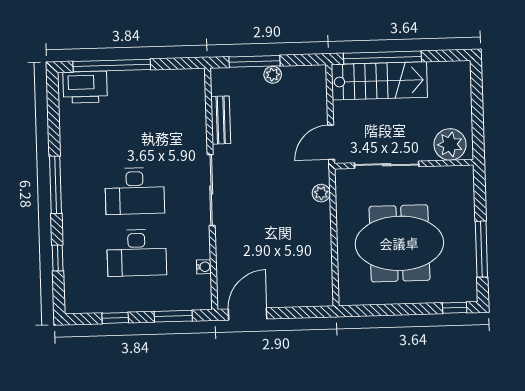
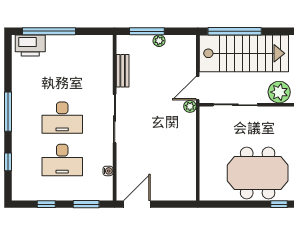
stairs: (379, 81) -> (244, 53), width x1.36, depth x1.51
plant: (321, 193) -> (190, 106), moved
meeting table: (399, 243) -> (258, 173), moved

